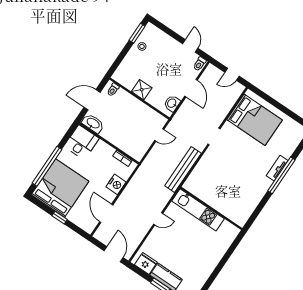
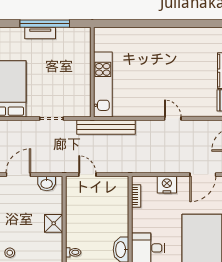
wall: (211, 208) -> (92, 72), moved
kitchen unit: (198, 210) -> (103, 84), moved

